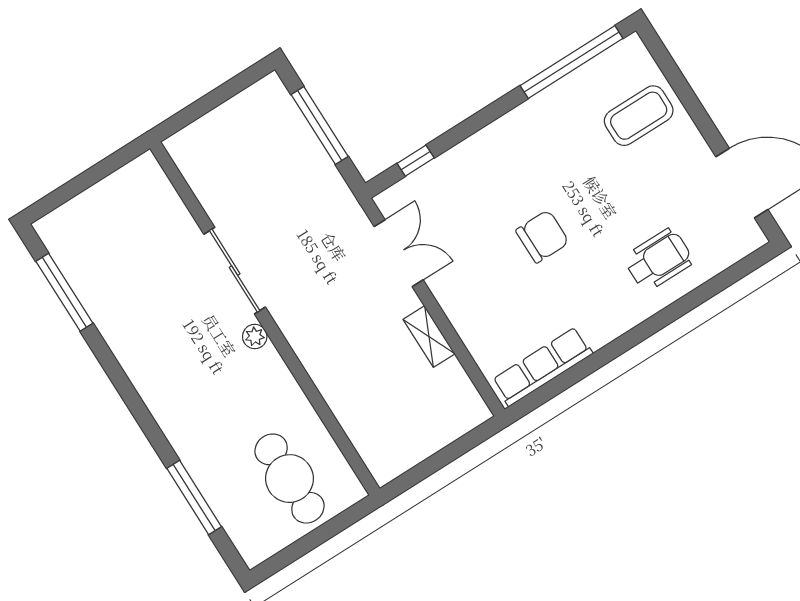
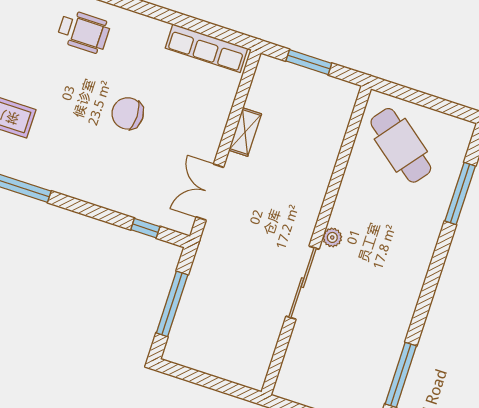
wheelchair: (658, 260) -> (84, 32), turned 180
window: (446, 456) -> (309, 62), added
cafe table: (290, 479) -> (401, 145), turned -52

